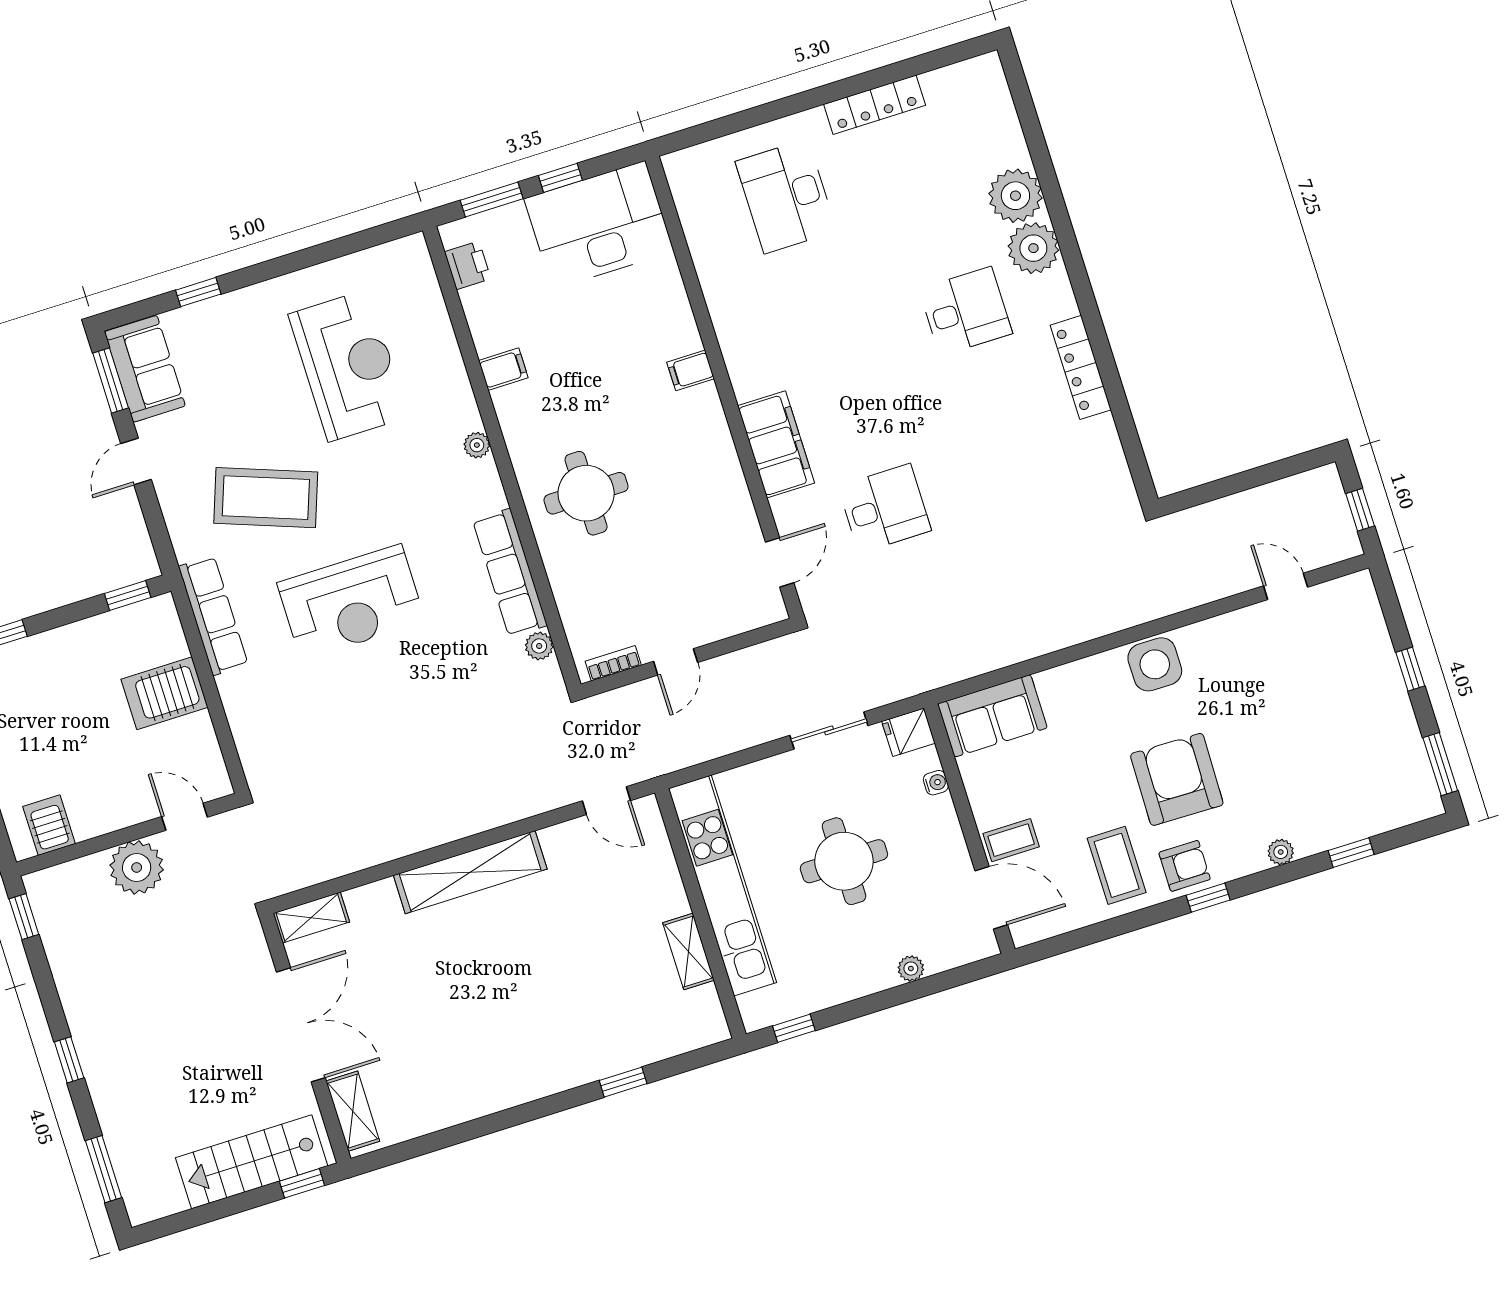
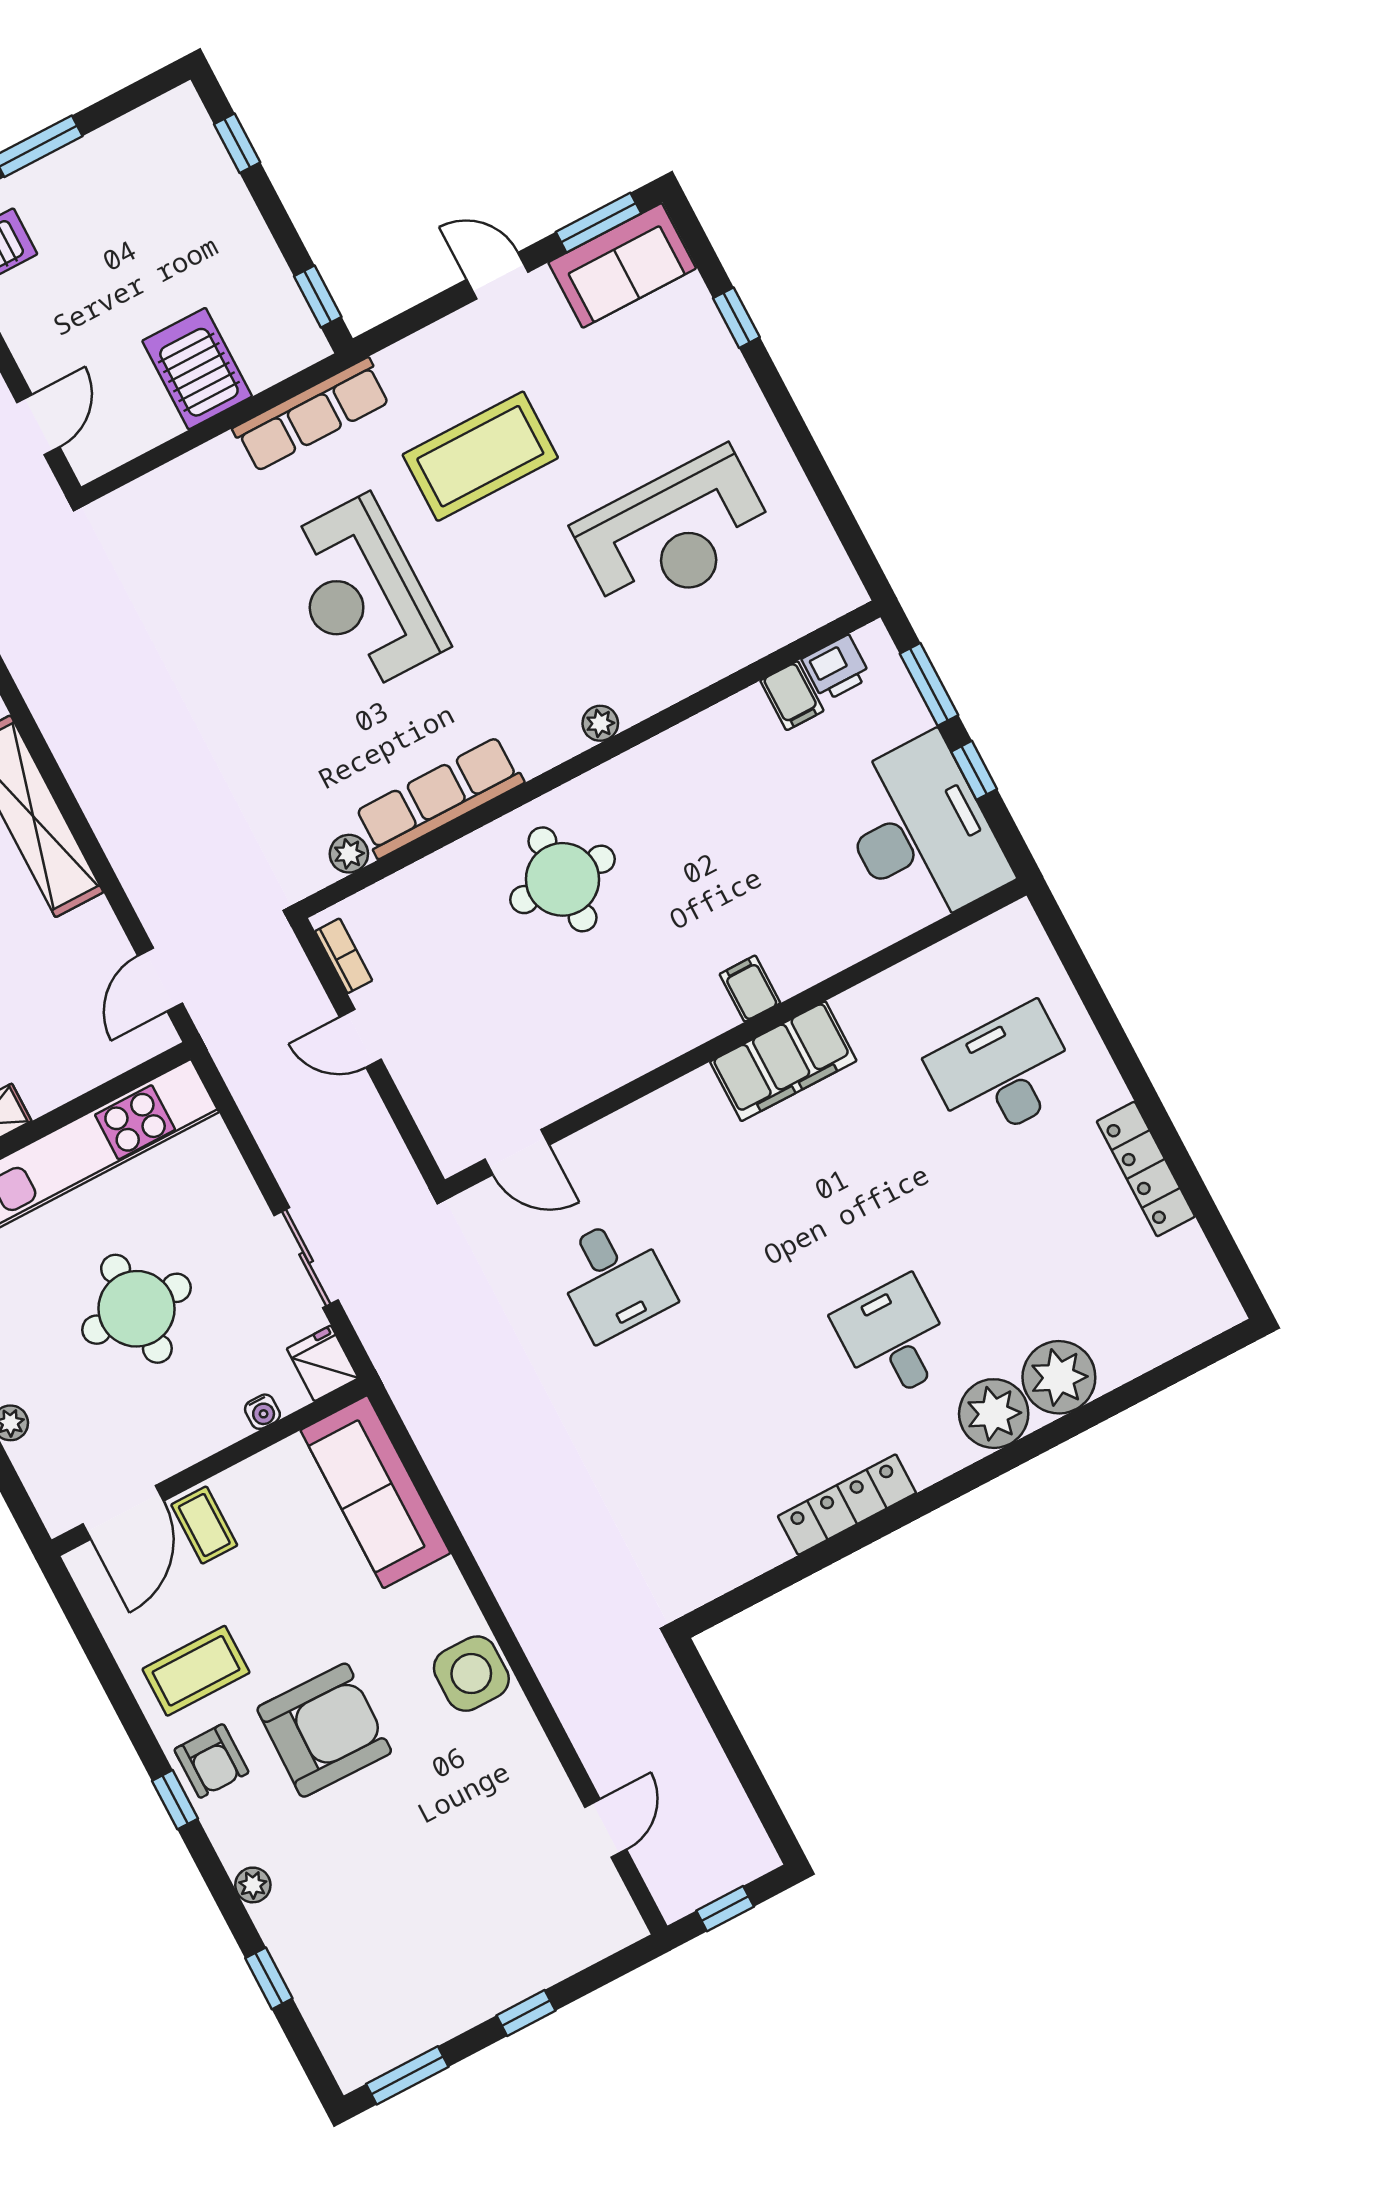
desk: (966, 311) -> (894, 1339), turned 180
filing cabinet: (503, 369) -> (792, 696), moved
filing cabinet: (776, 444) -> (783, 1061), moved
coffee table: (266, 498) -> (480, 456), turned 70
sofa: (992, 716) -> (375, 1492), width x1.36

